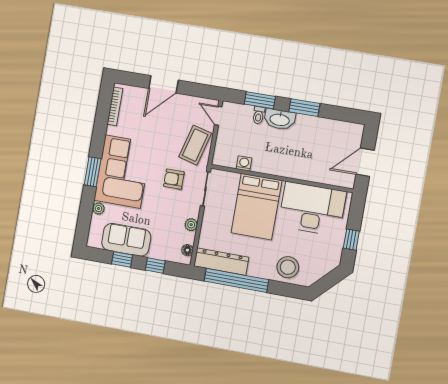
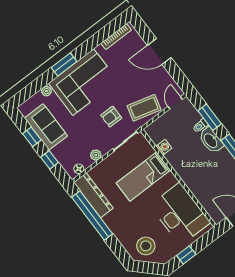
armchair: (174, 179) -> (111, 117), turned -90
bed: (256, 207) -> (143, 177), width x0.67
stool: (288, 267) -> (146, 246), moved

